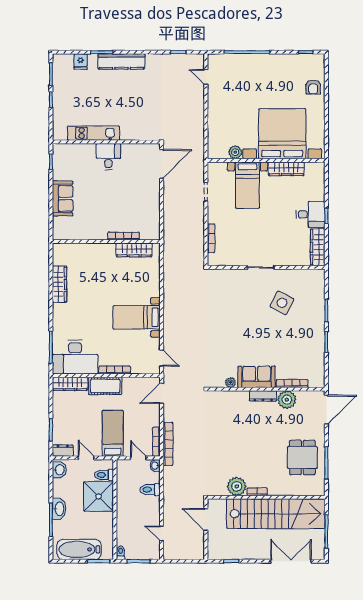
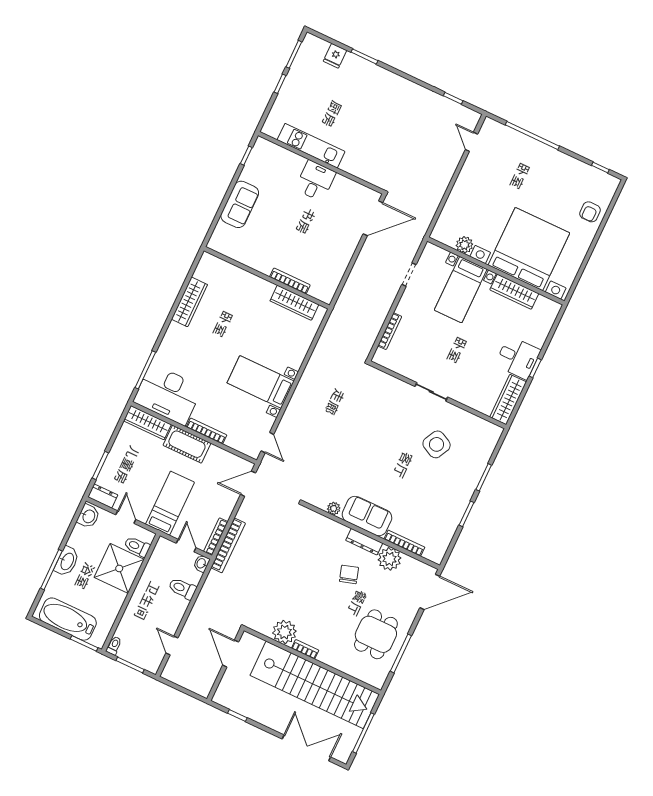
kitchen counter: (121, 61) -> (382, 78), removed
chair: (263, 424) -> (349, 574), added

